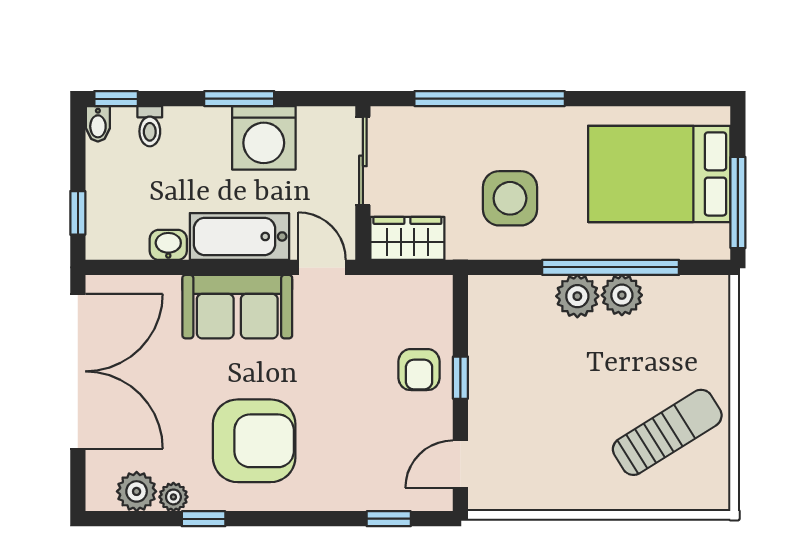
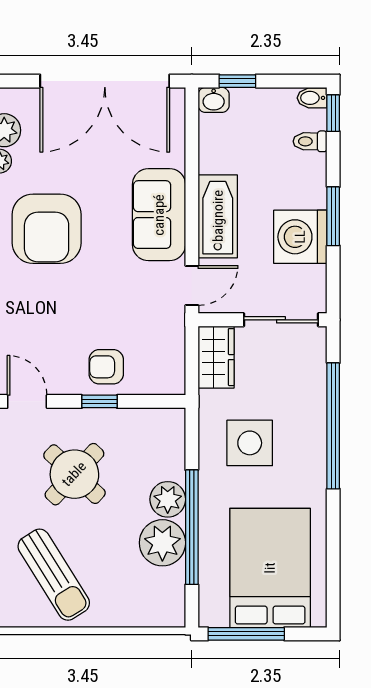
washbasin: (168, 245) -> (214, 100), moved, turned 90
plant: (622, 295) -> (162, 543), width x1.36, depth x1.36
round table: (547, 408) -> (74, 474), added

